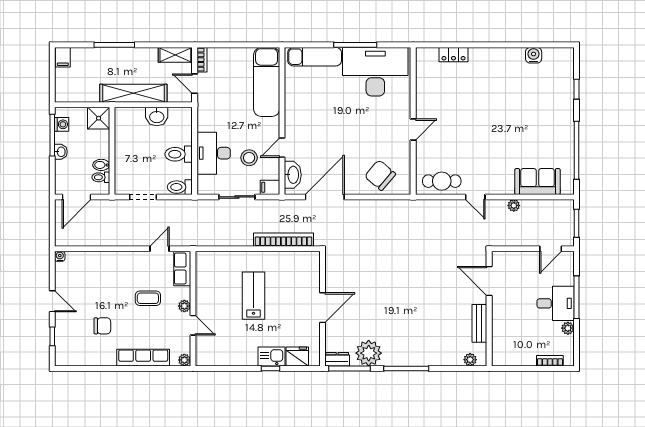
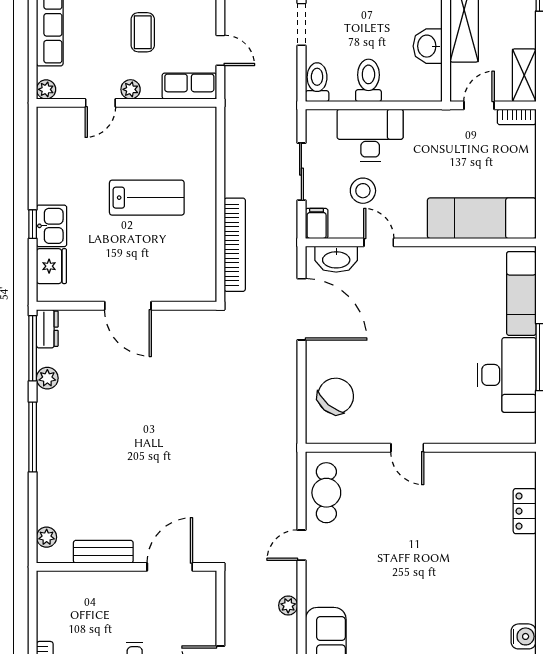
desk: (375, 72) -> (507, 375), width x0.73, depth x0.77
plant: (369, 353) -> (47, 378), width x0.53, depth x0.53

